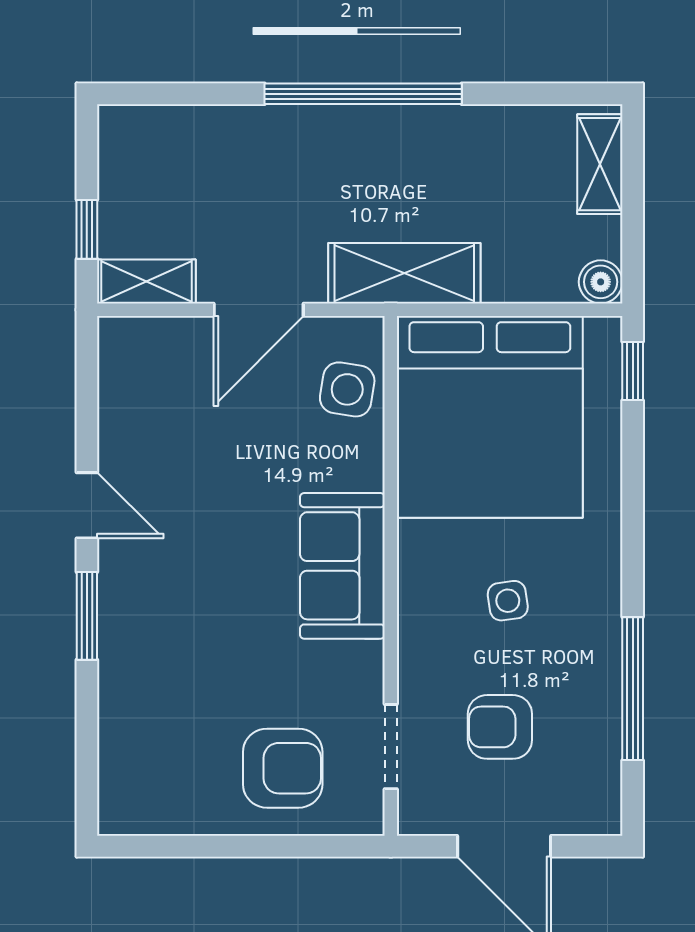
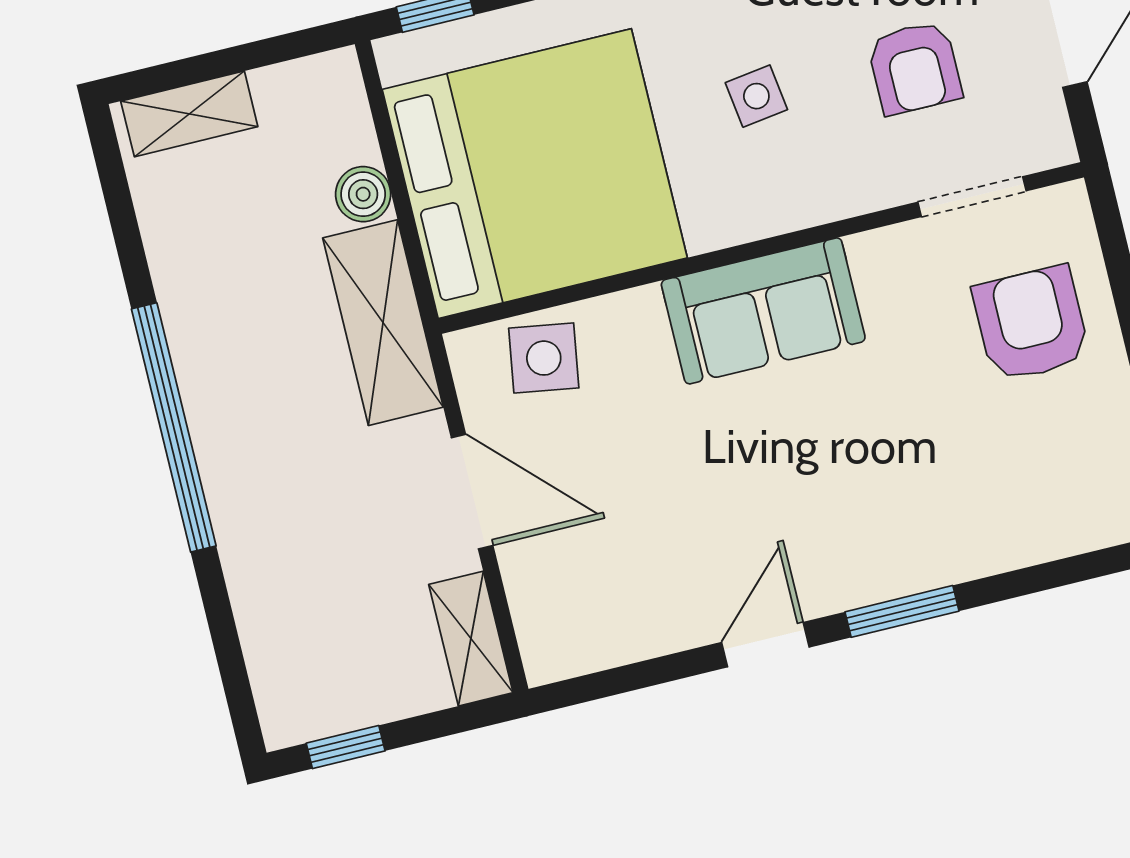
window: (87, 229) -> (346, 747), moved
boiler: (601, 282) -> (363, 194), moved

